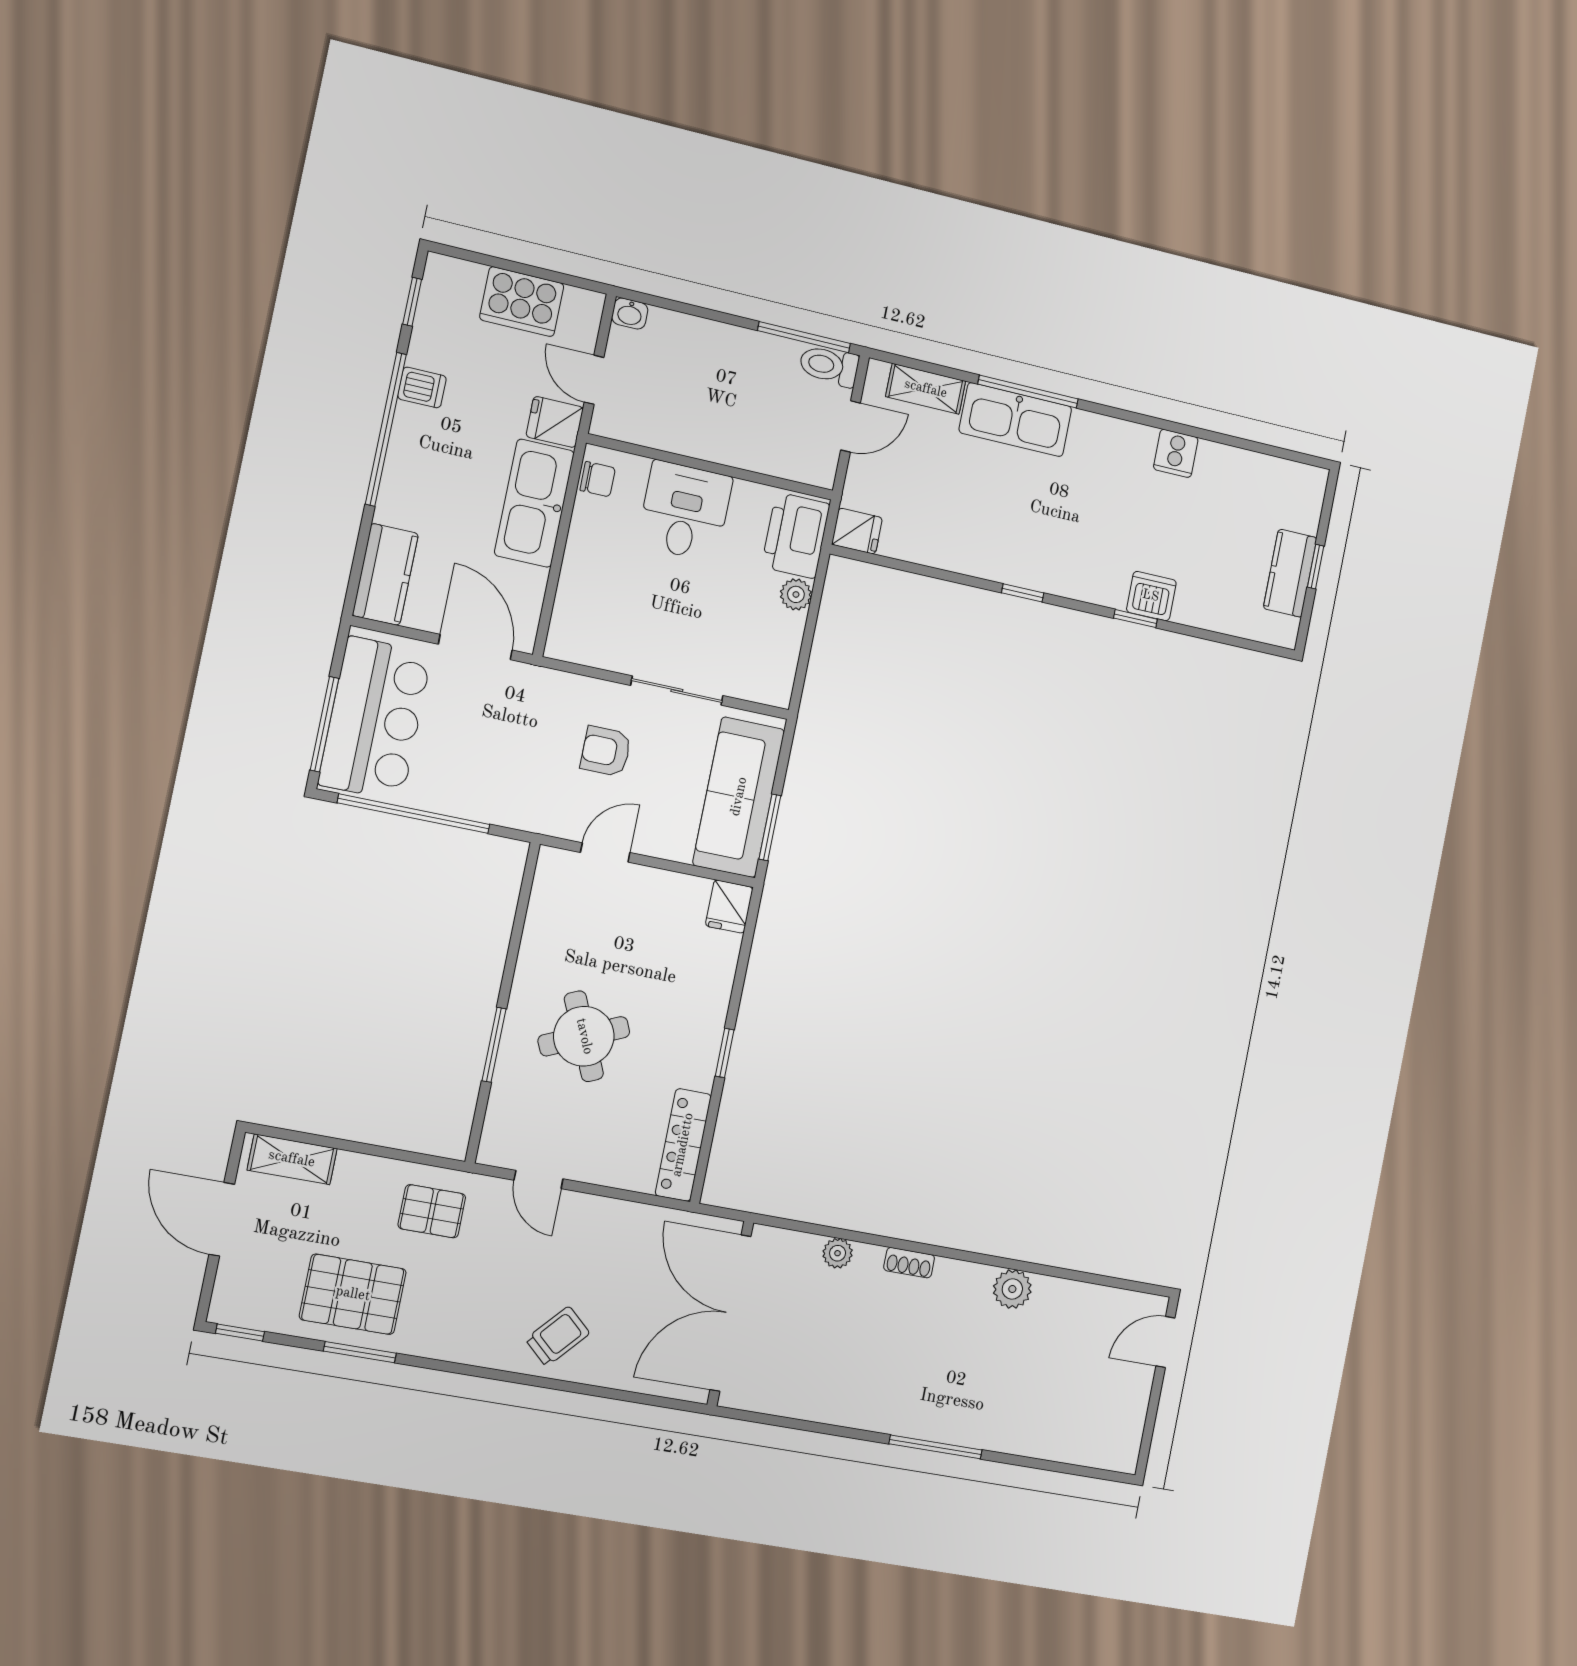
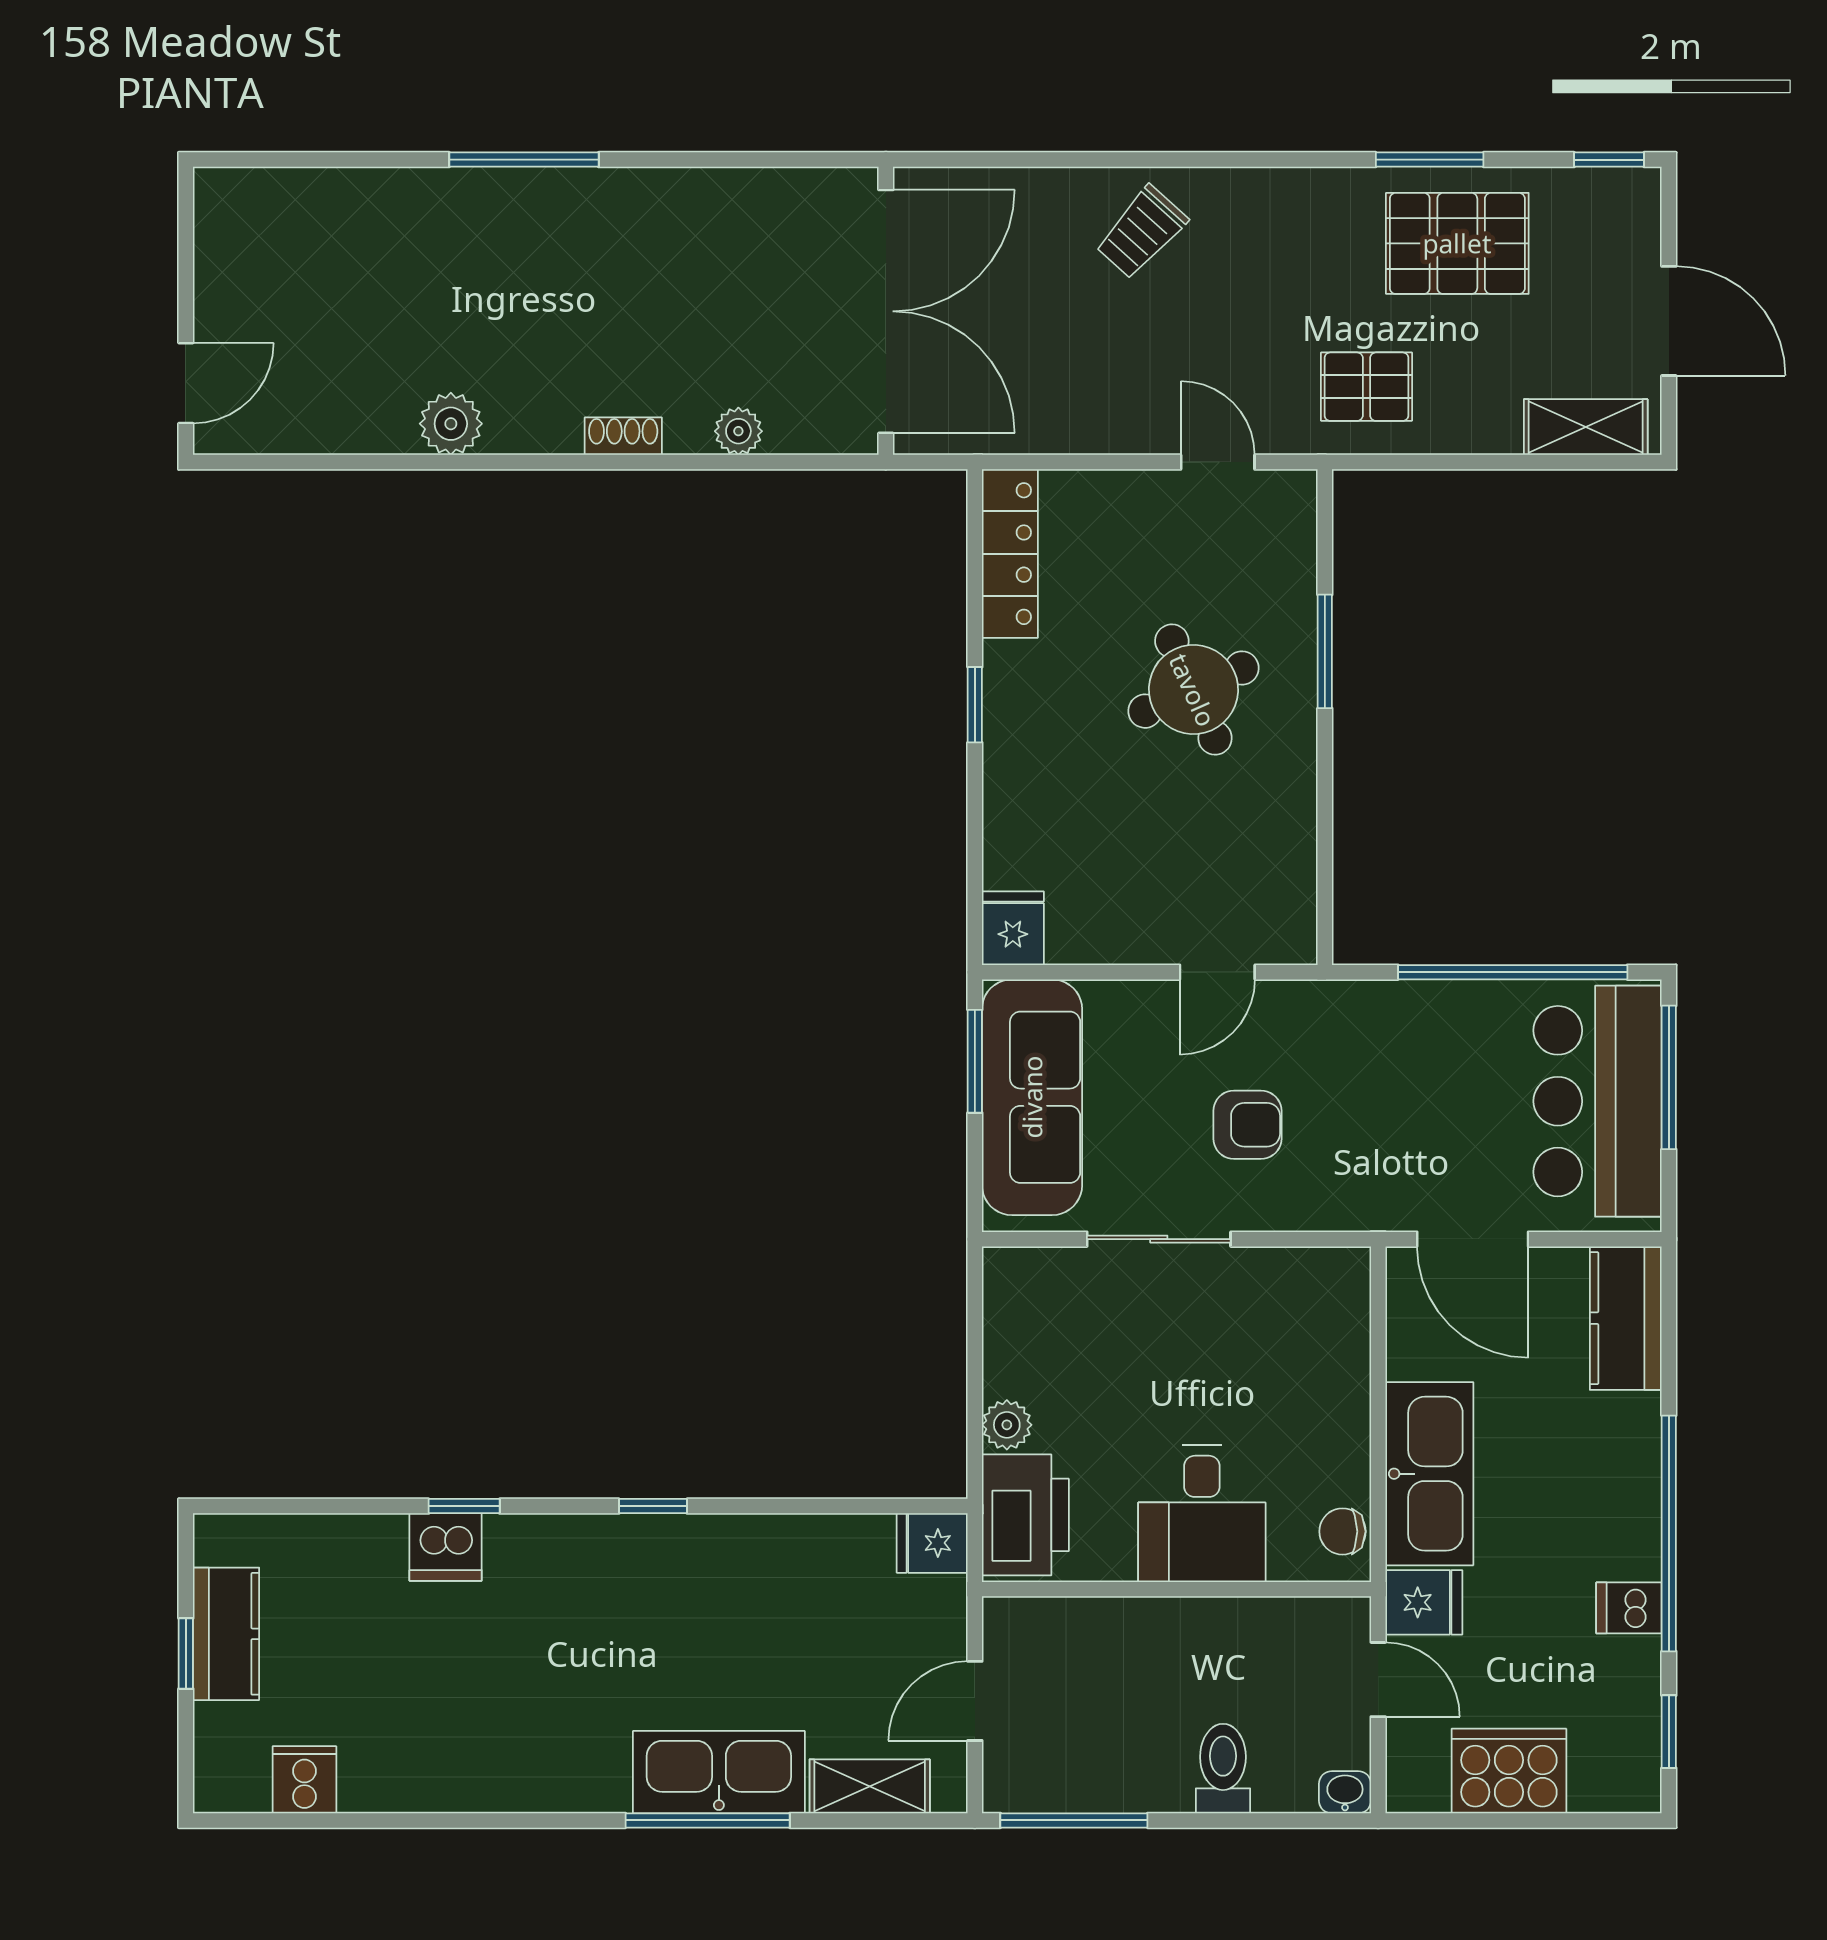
toilet: (829, 366) -> (1223, 1769), moved, turned -90
cooker: (1176, 453) -> (304, 1780), moved

